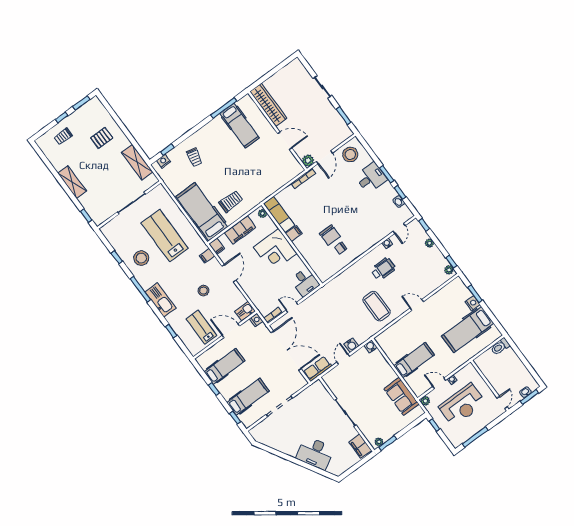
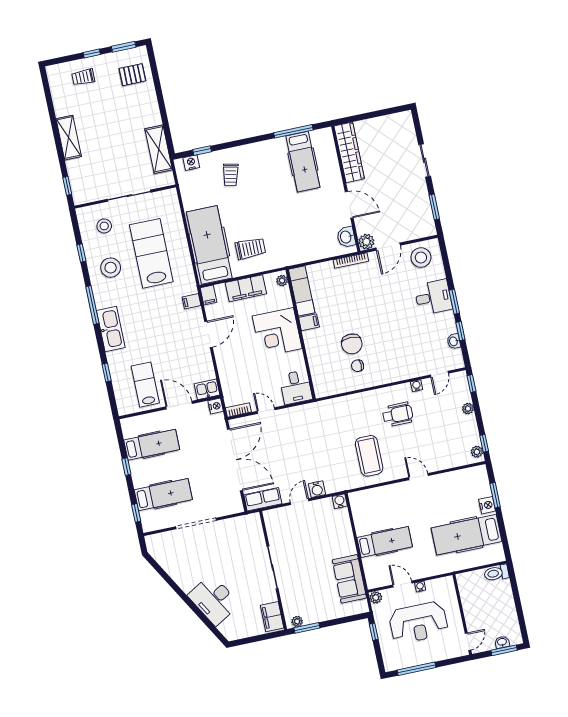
pallet: (102, 138) -> (132, 75), moved
washbasin: (293, 164) -> (346, 237), added
stool: (203, 291) -> (104, 226), moved

